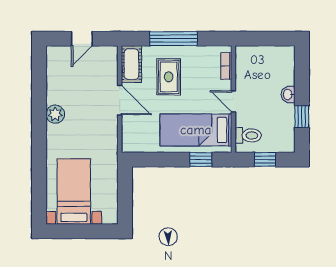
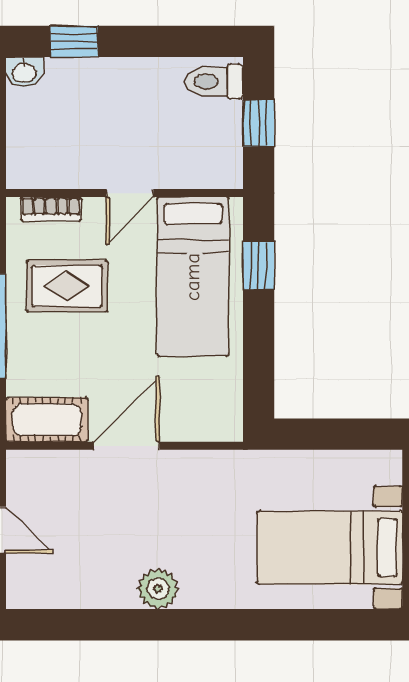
rug: (169, 77) -> (67, 286), moved
washbasin: (288, 95) -> (24, 72), moved
window: (302, 117) -> (74, 41), moved
toilet: (248, 135) -> (214, 82), moved, turned -90

